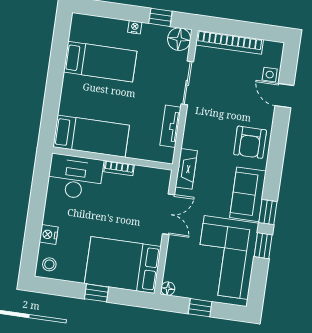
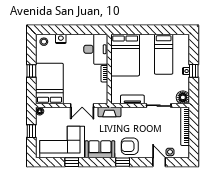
window: (160, 17) -> (194, 71), moved
door: (284, 96) -> (159, 162), hinge flipped
bed: (91, 136) -> (125, 55), width x1.50
window: (268, 212) -> (123, 162), moved

